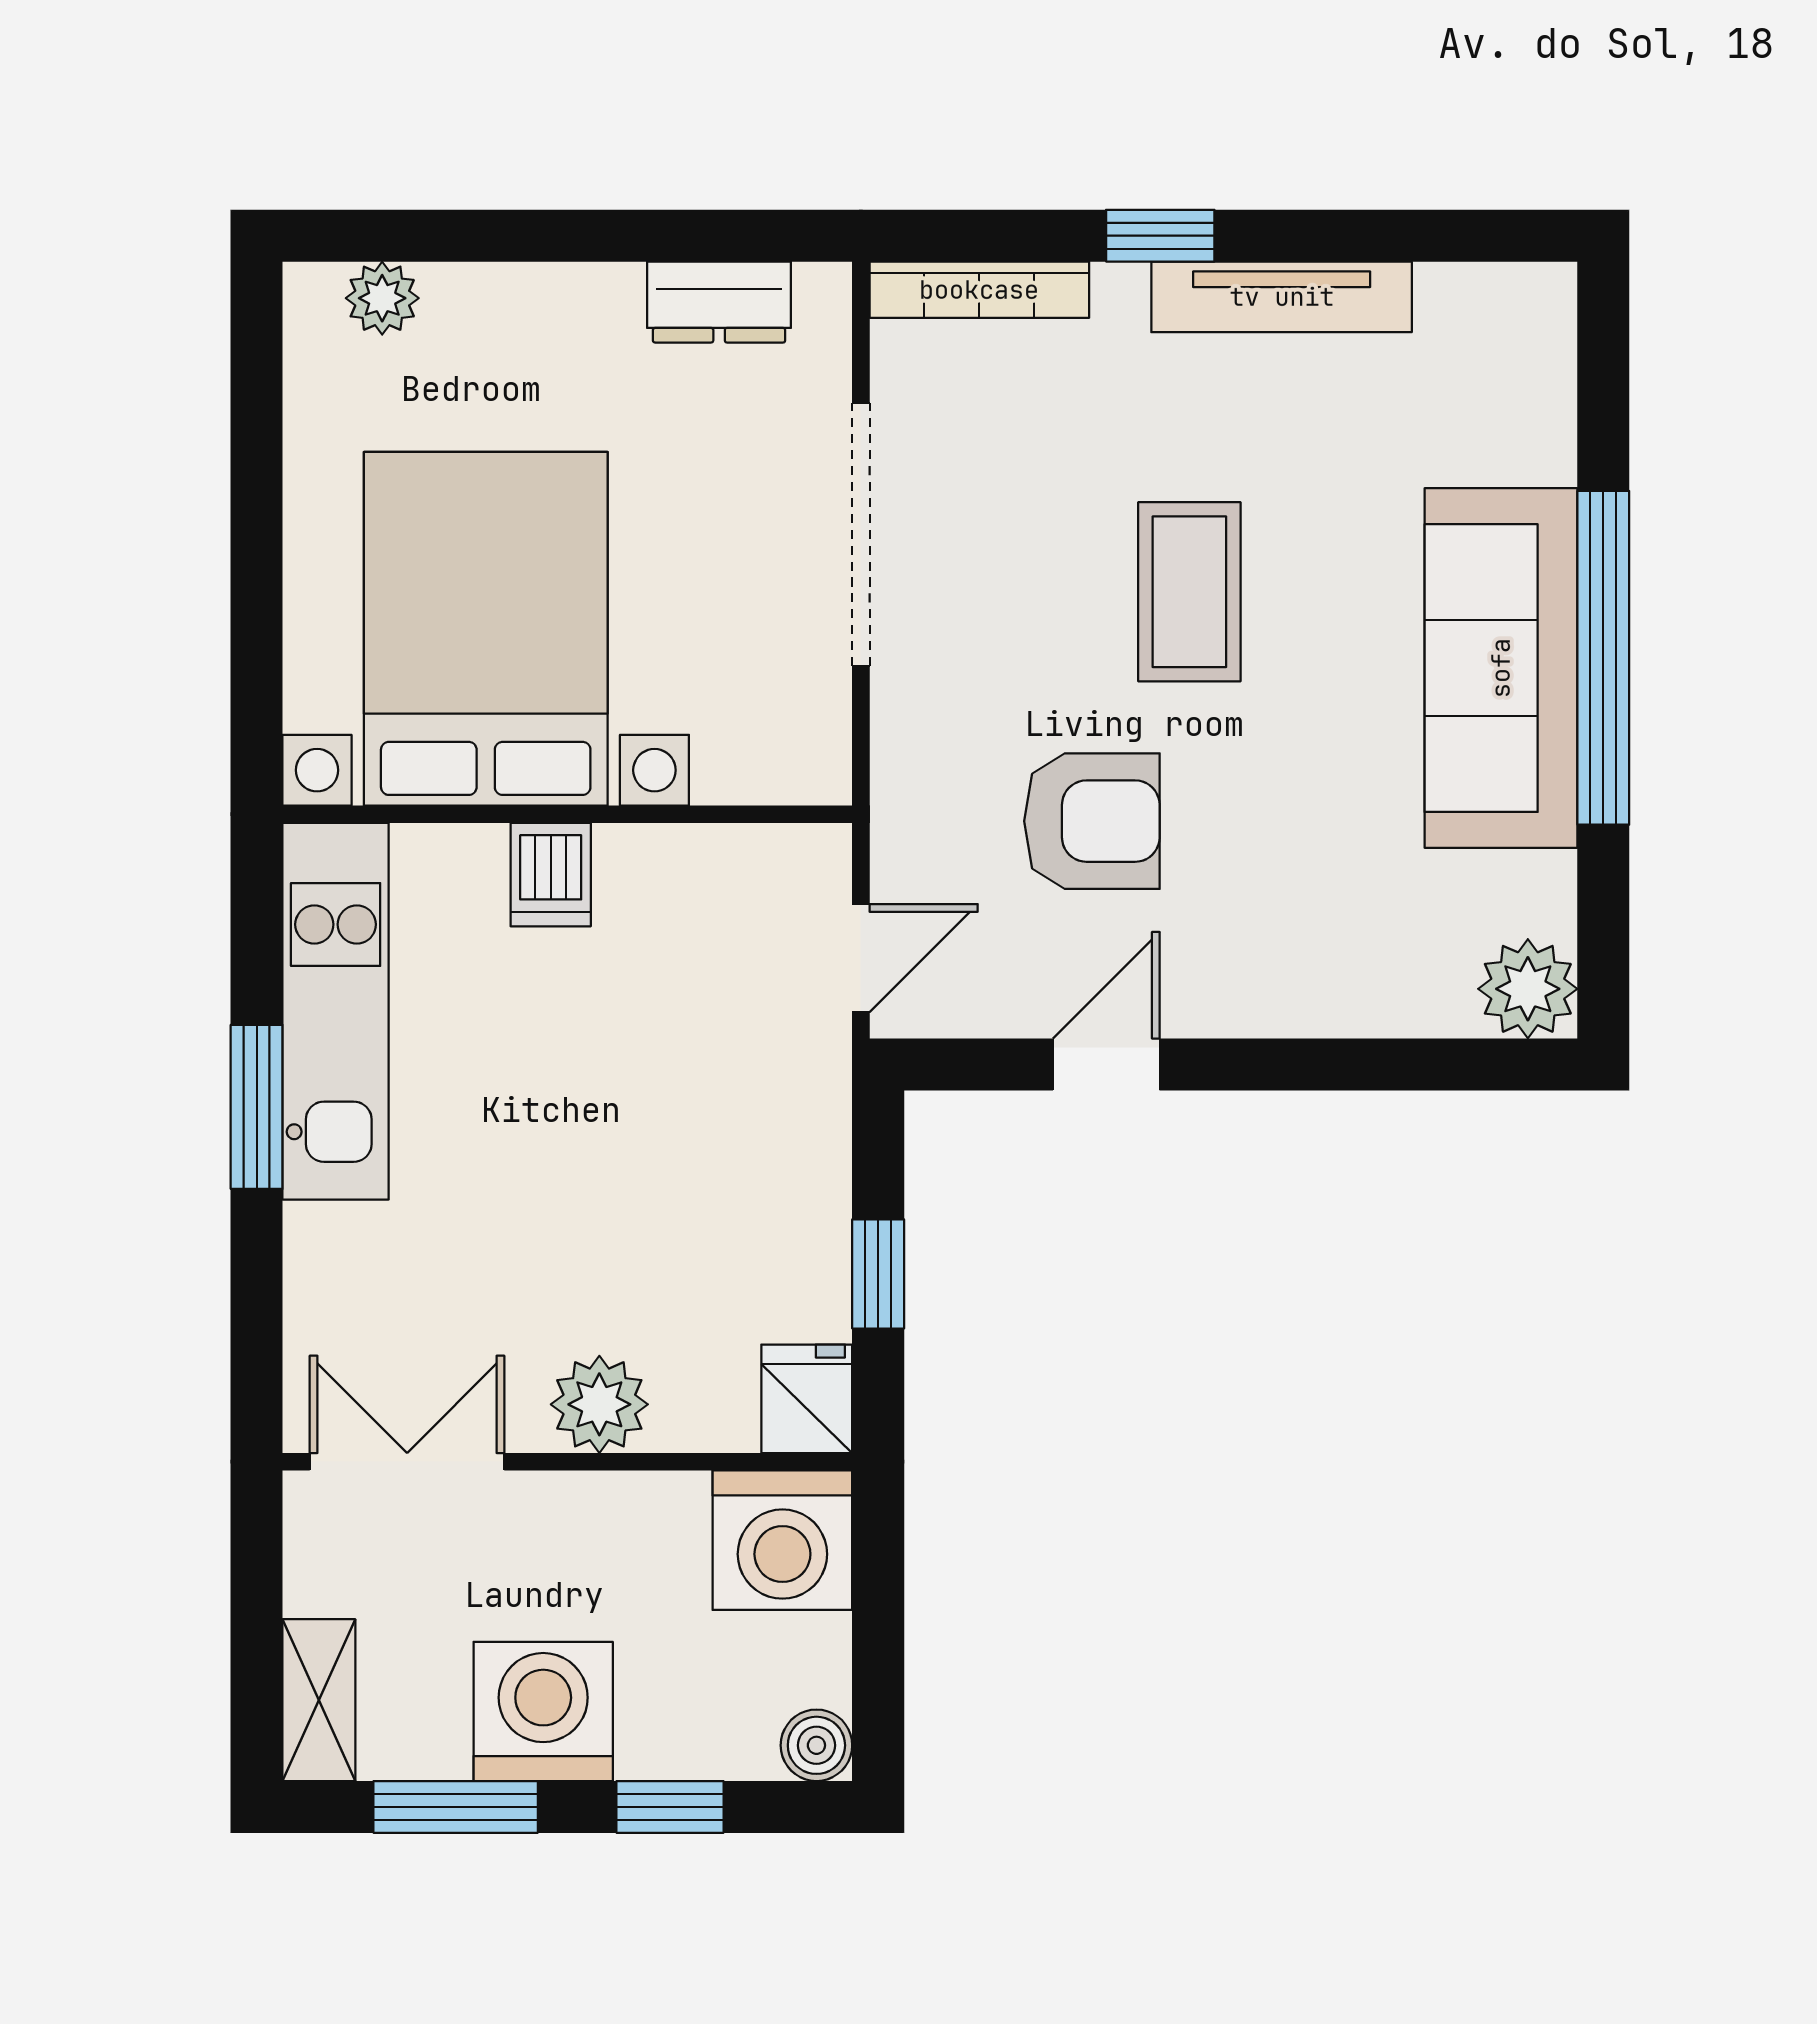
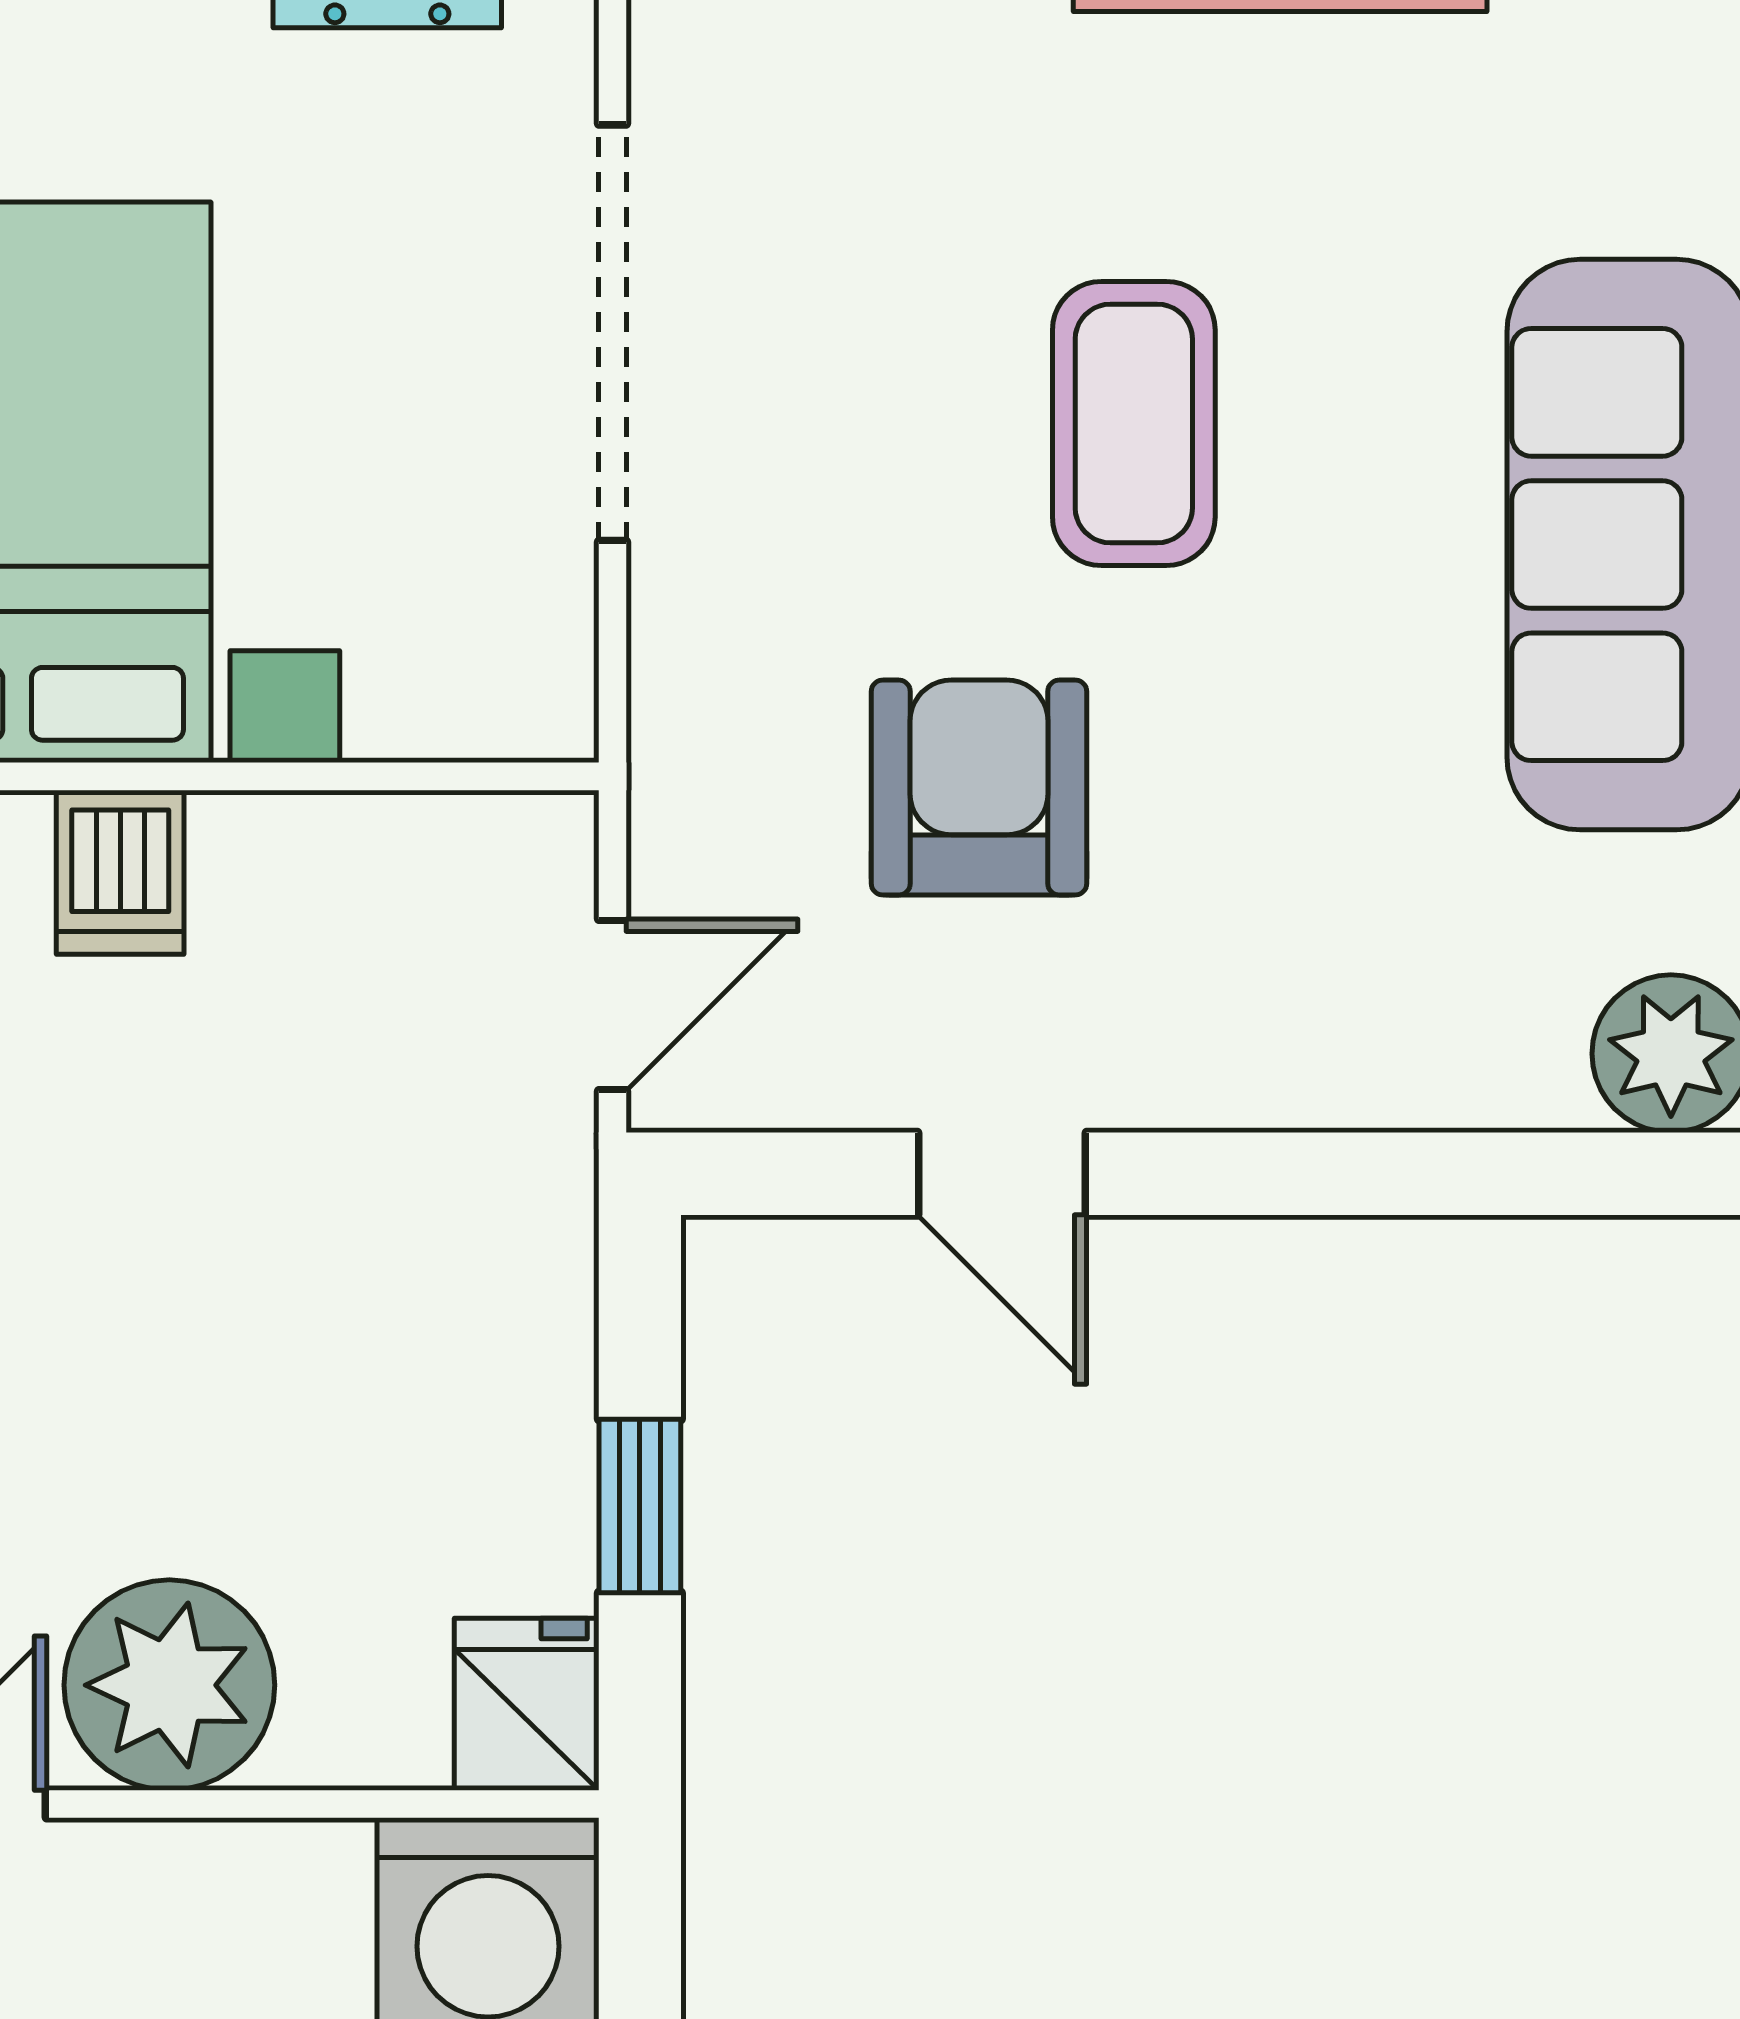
armchair: (1092, 821) -> (979, 787), turned -90
door: (1106, 1065) -> (1002, 1174), swing flipped
plant: (599, 1404) -> (169, 1685), width x1.36, depth x1.36

